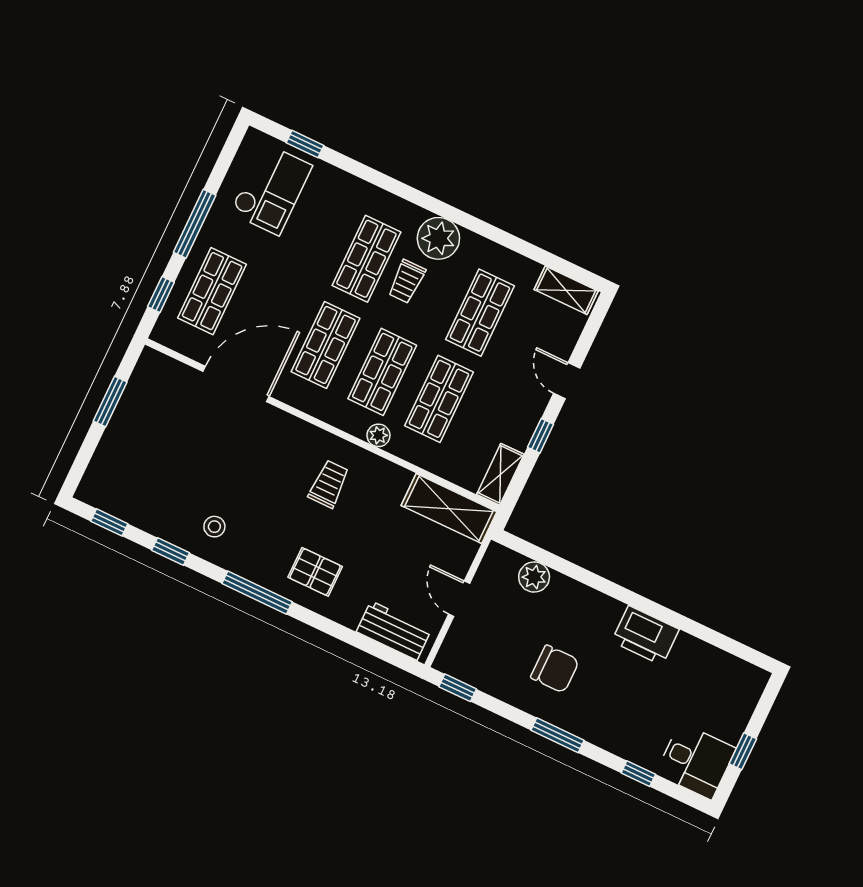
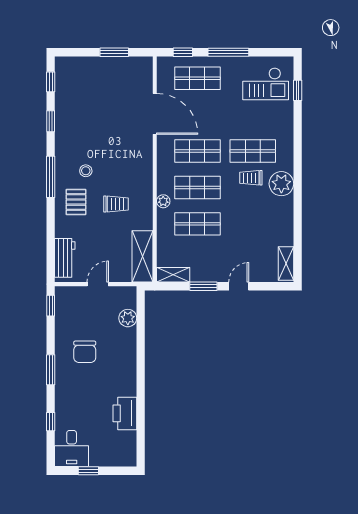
shop shelf: (480, 313) -> (253, 224), removed
window: (541, 436) -> (203, 286), width x1.50
trolley: (329, 484) -> (116, 204), moved
stool: (214, 527) -> (86, 171), moved
printer: (645, 635) -> (125, 413), moved

